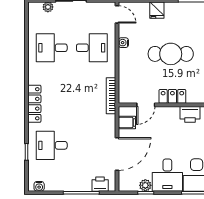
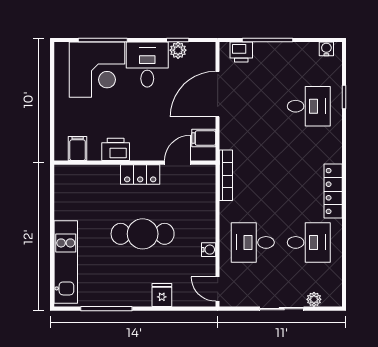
locker: (34, 104) -> (333, 191), moved

